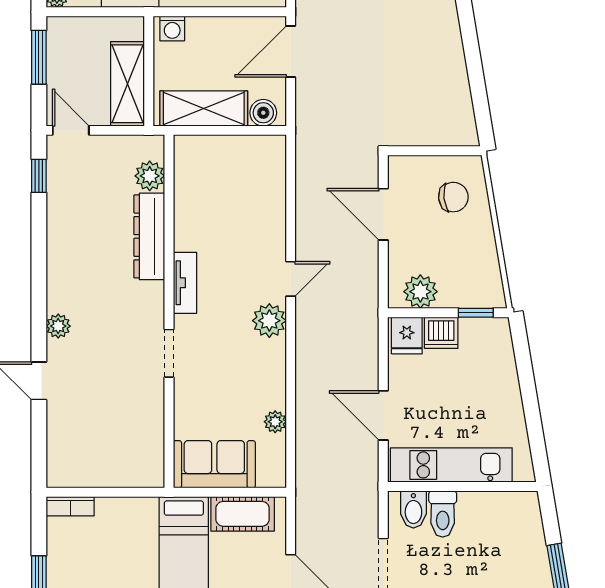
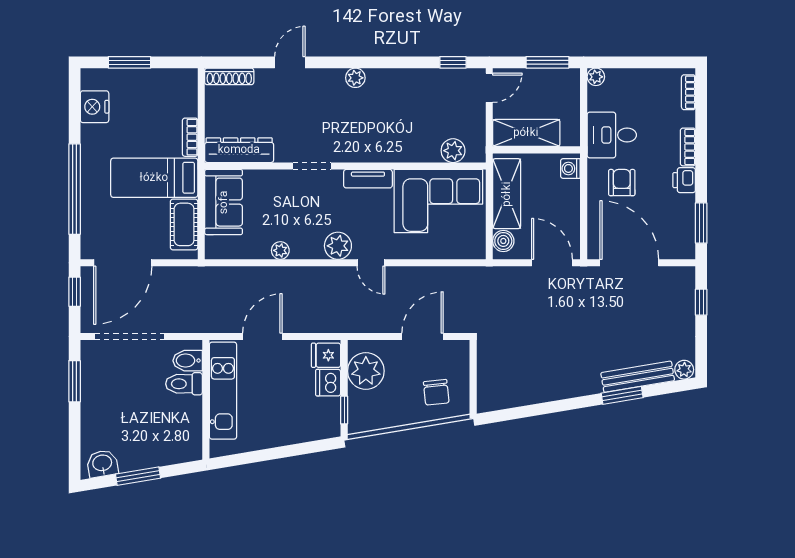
corner sofa: (213, 194) -> (438, 201), added
dresser: (149, 236) -> (239, 150), moved
plant: (420, 292) -> (366, 371), width x1.36, depth x1.36
plant: (58, 326) -> (355, 78), moved
plant: (275, 422) -> (280, 250), moved
shoe rack: (56, 457) -> (229, 76), added
bookcase: (70, 506) -> (190, 137), moved

